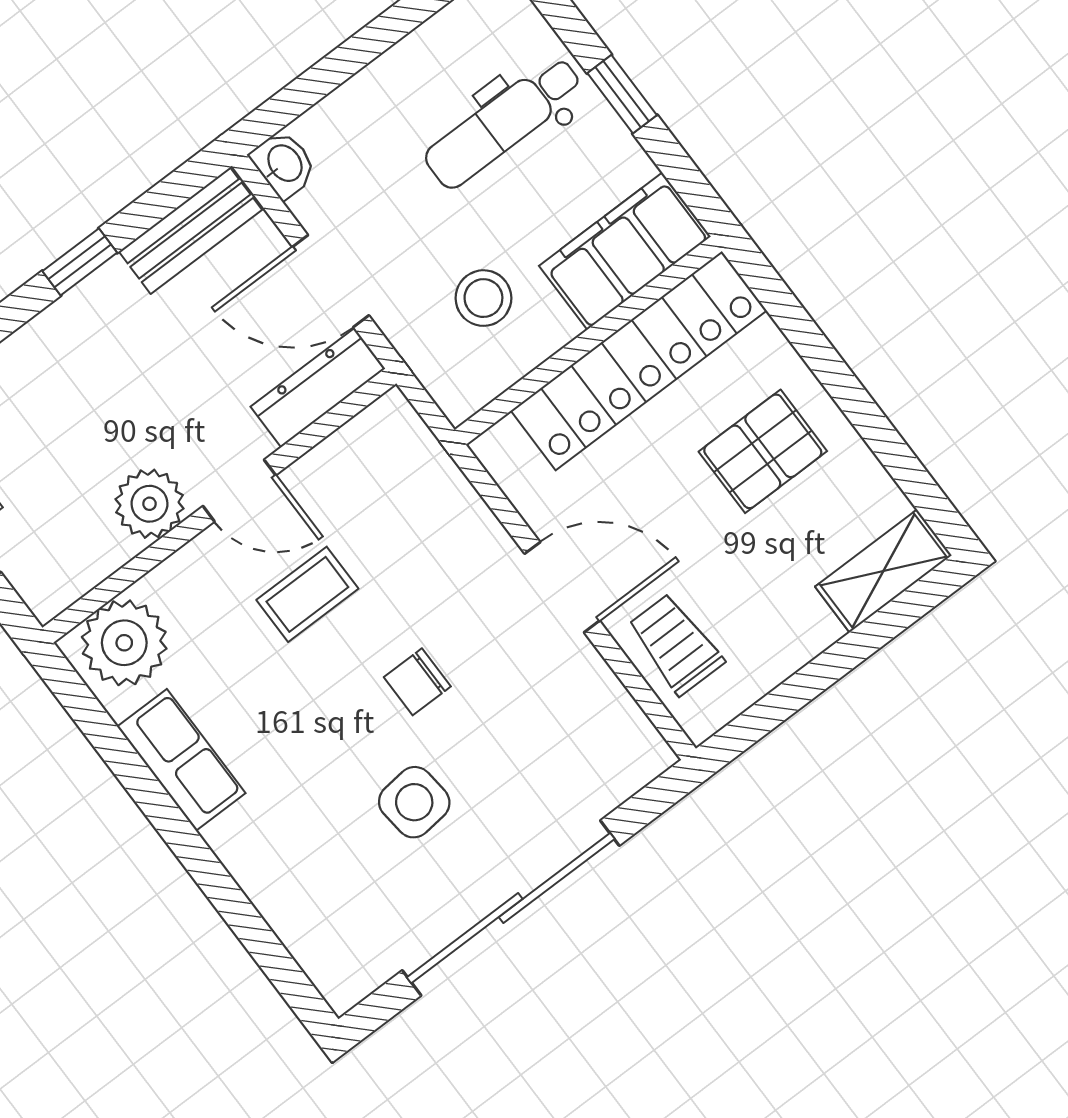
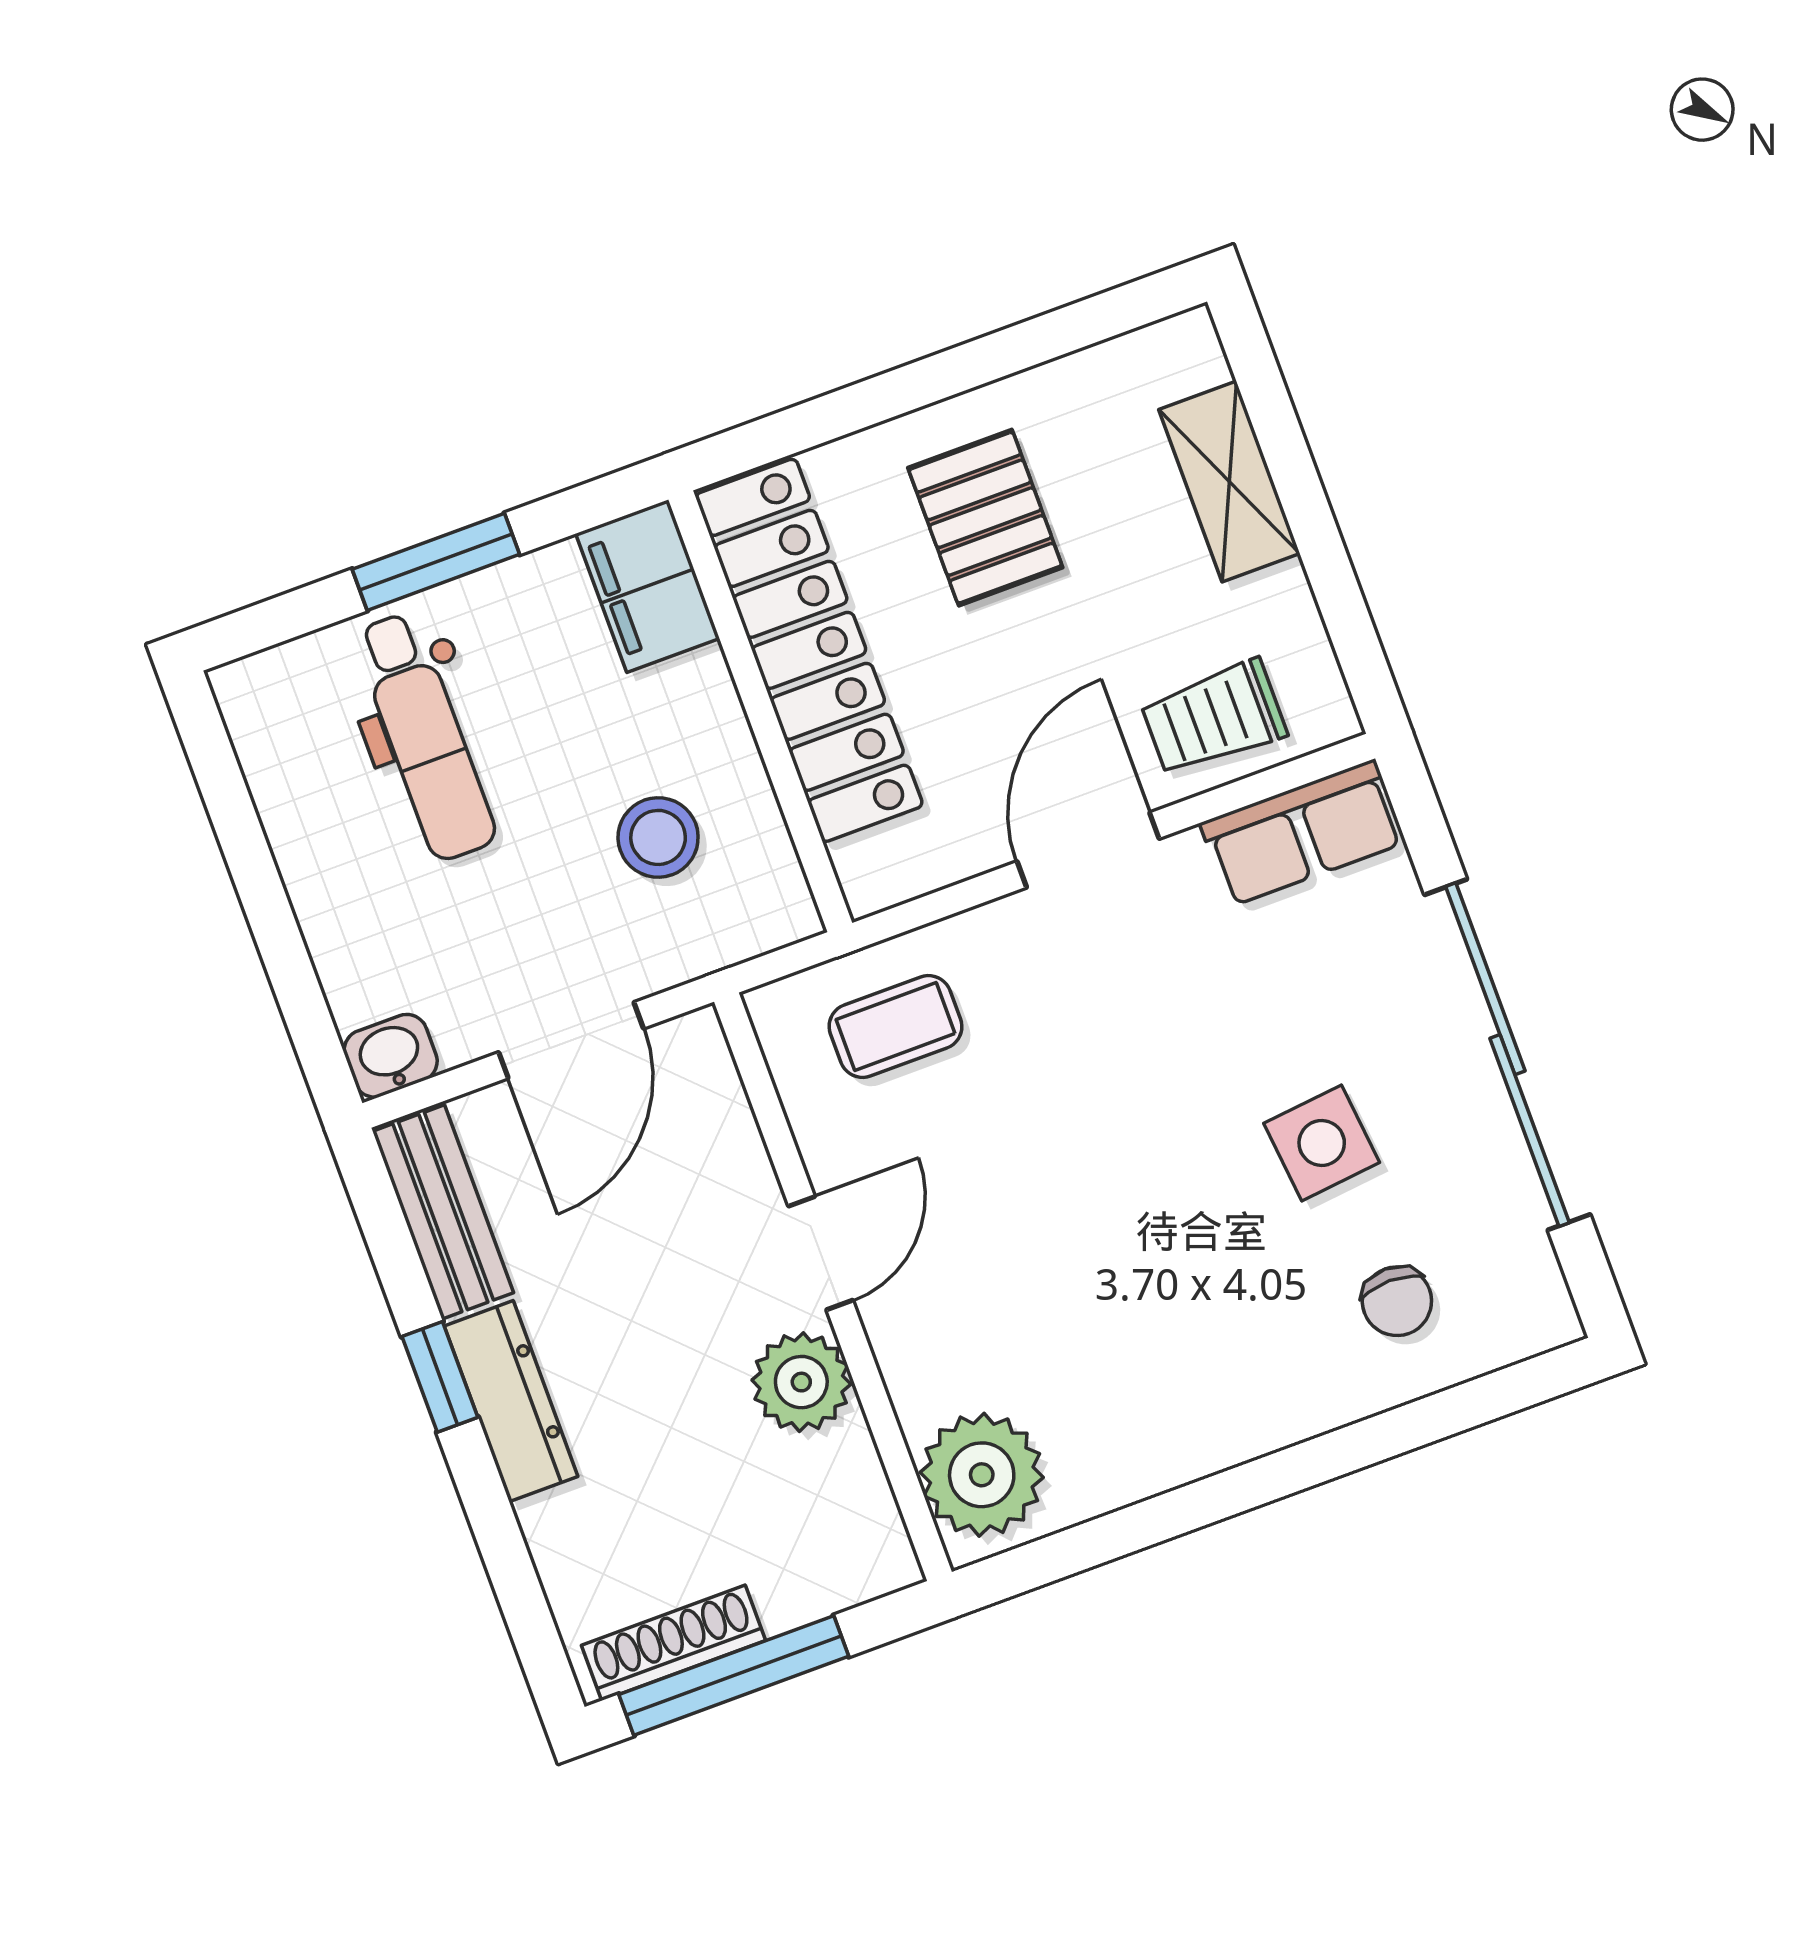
window: (622, 94) -> (436, 562), width x1.50
filing cabinet: (625, 251) -> (648, 586), width x0.67, depth x0.86
dresser: (318, 388) -> (511, 1401), moved, turned 180
shelving: (883, 571) -> (1229, 482), moved
coffee table: (307, 594) -> (896, 1027), moved, turned 90
chair: (417, 682) -> (1397, 1301), moved
row of seats: (181, 760) -> (1303, 833), moved, turned 180

